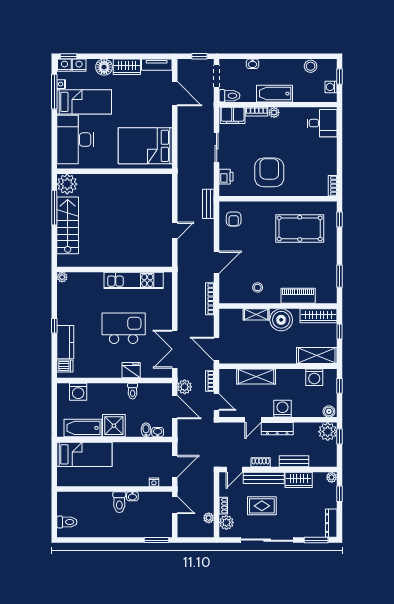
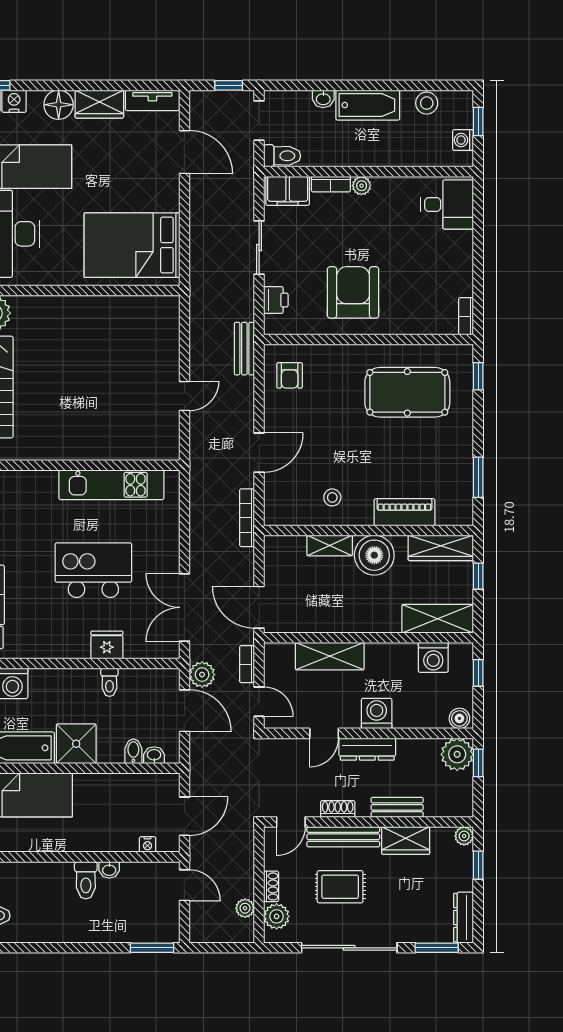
bathtub: (275, 94) -> (368, 105), moved, turned 180

